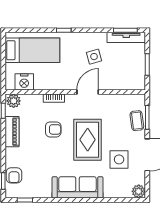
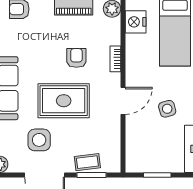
door: (88, 92) -> (123, 101), hinge flipped
armchair: (53, 129) -> (76, 58), turned 180

